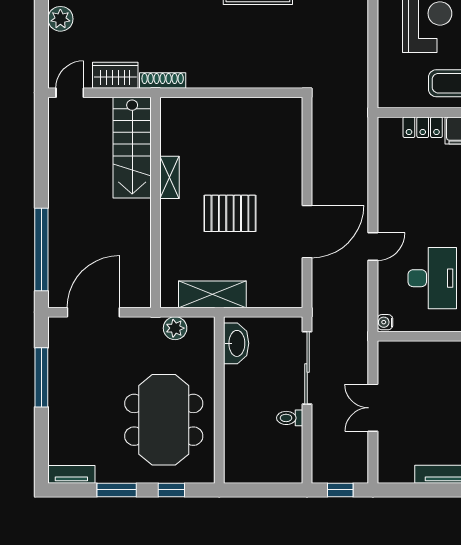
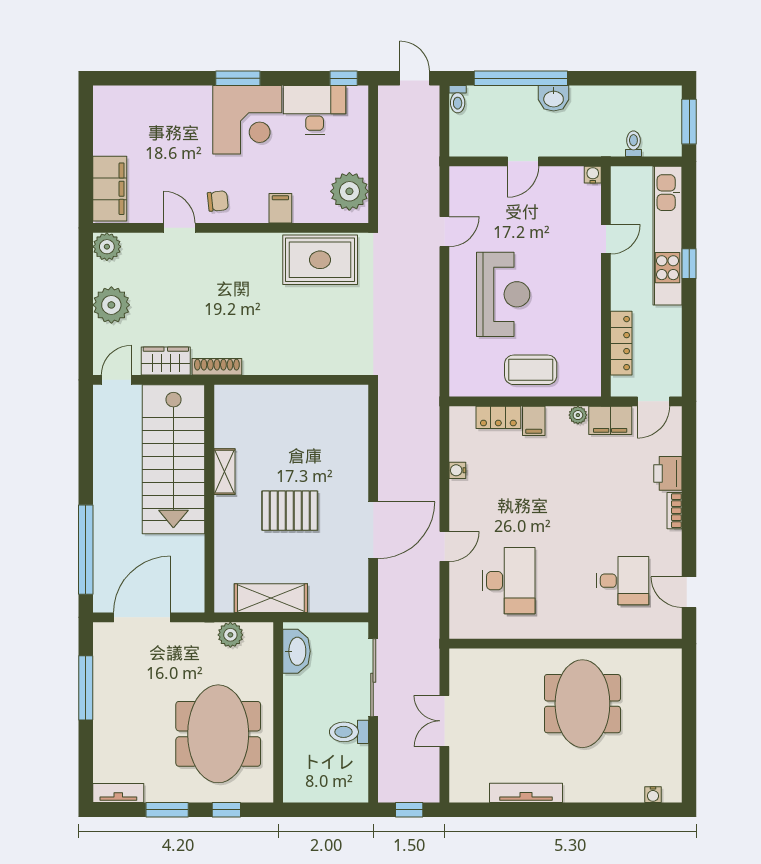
plant: (60, 19) -> (111, 305), width x1.36, depth x1.36
stairs: (132, 148) -> (173, 459), width x1.36, depth x1.51
water cooler: (385, 322) -> (457, 470), moved
toilet: (290, 418) -> (349, 732), width x1.37, depth x1.39

